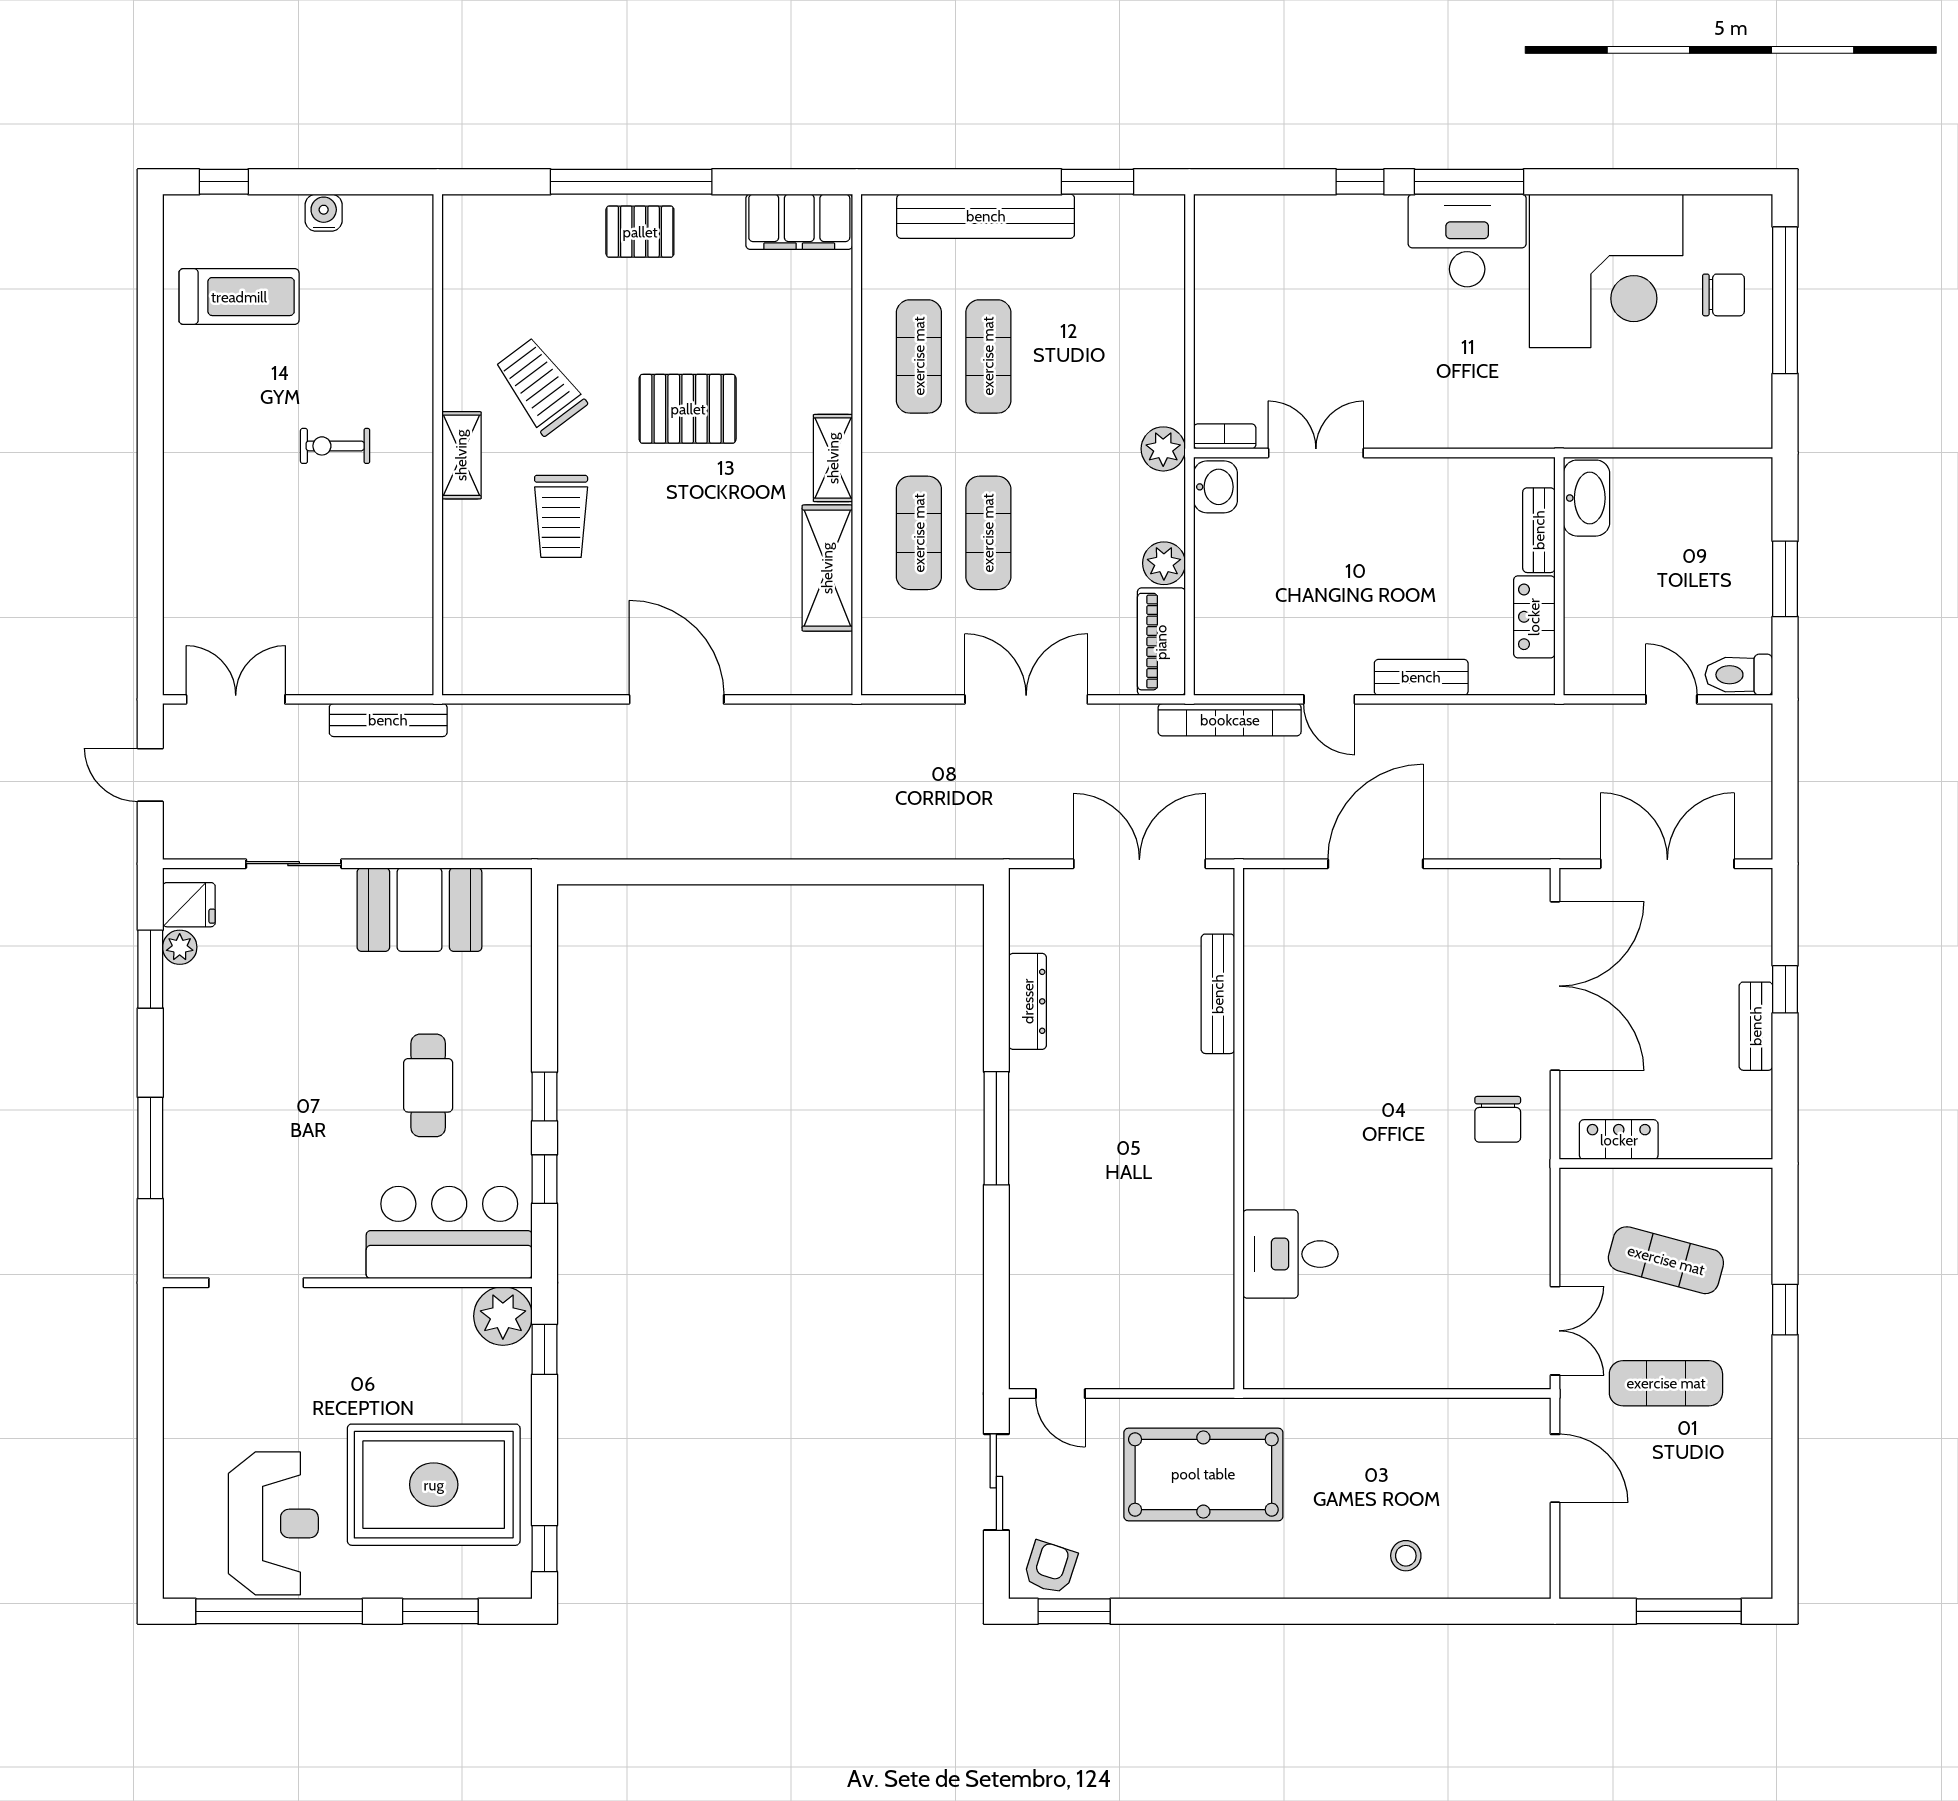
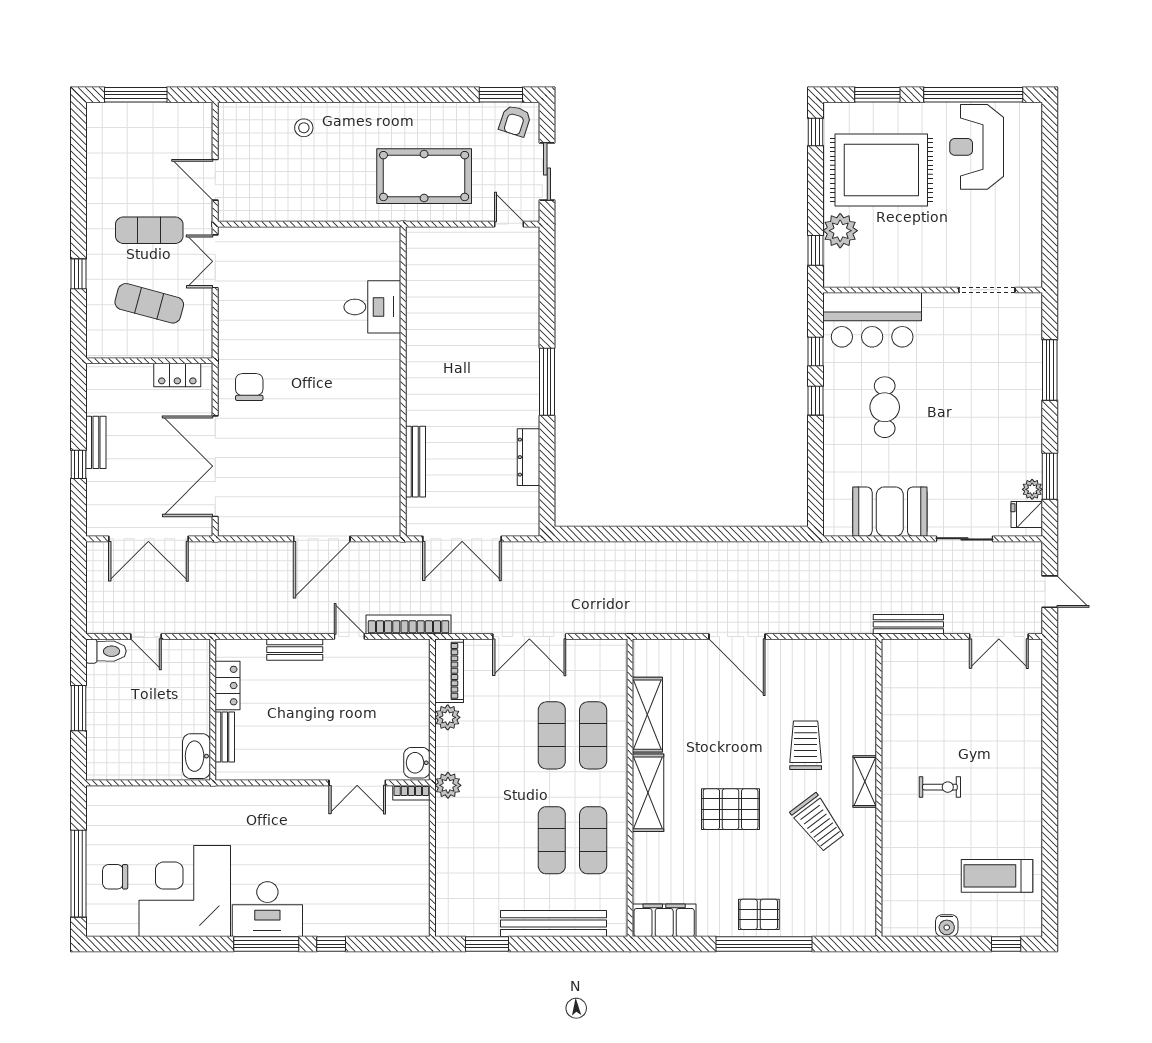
shelving: (833, 458) -> (648, 793), width x1.50, depth x1.33
plant: (503, 1316) -> (840, 231), moved

